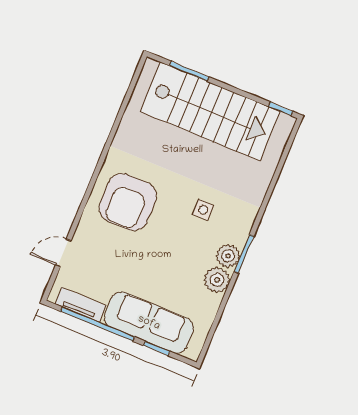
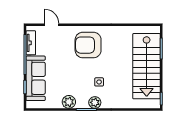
plant: (228, 256) -> (95, 102), moved

